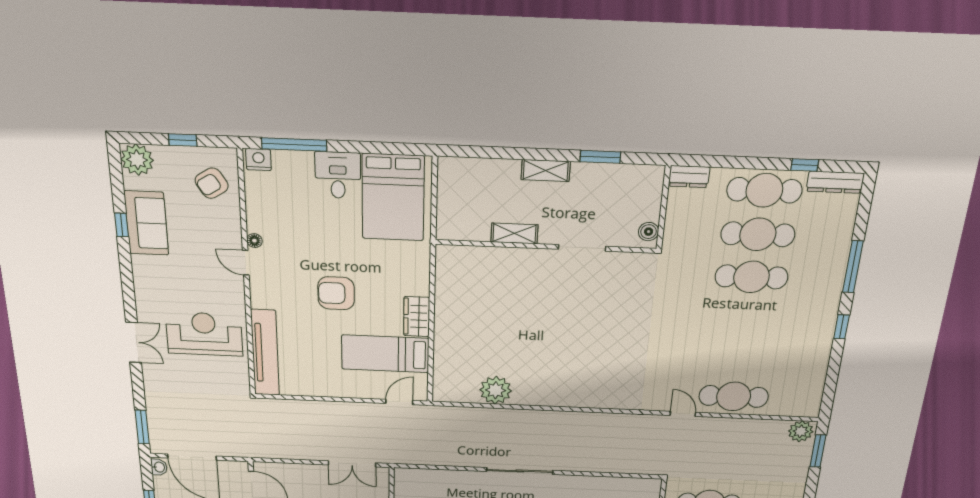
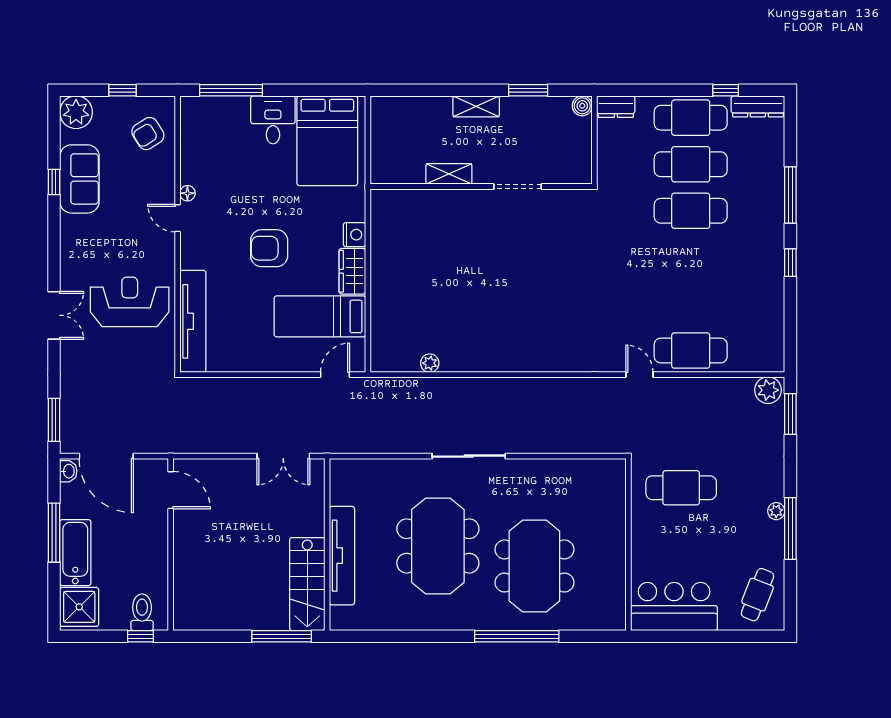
nightstand: (258, 160) -> (354, 235), moved, turned 90
boiler: (649, 232) -> (582, 106), moved
plant: (496, 390) -> (430, 363), width x0.53, depth x0.53

